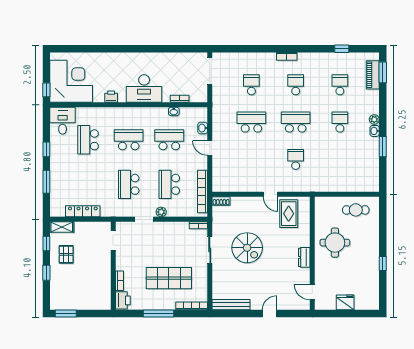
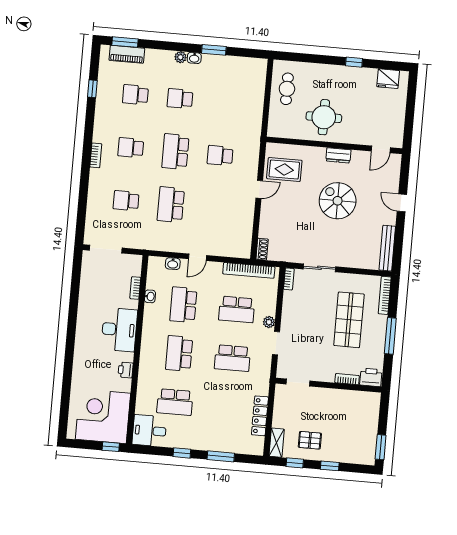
spiral stairs: (247, 248) -> (338, 201), moved, turned -90
fridge: (345, 302) -> (388, 79), moved, turned -90

